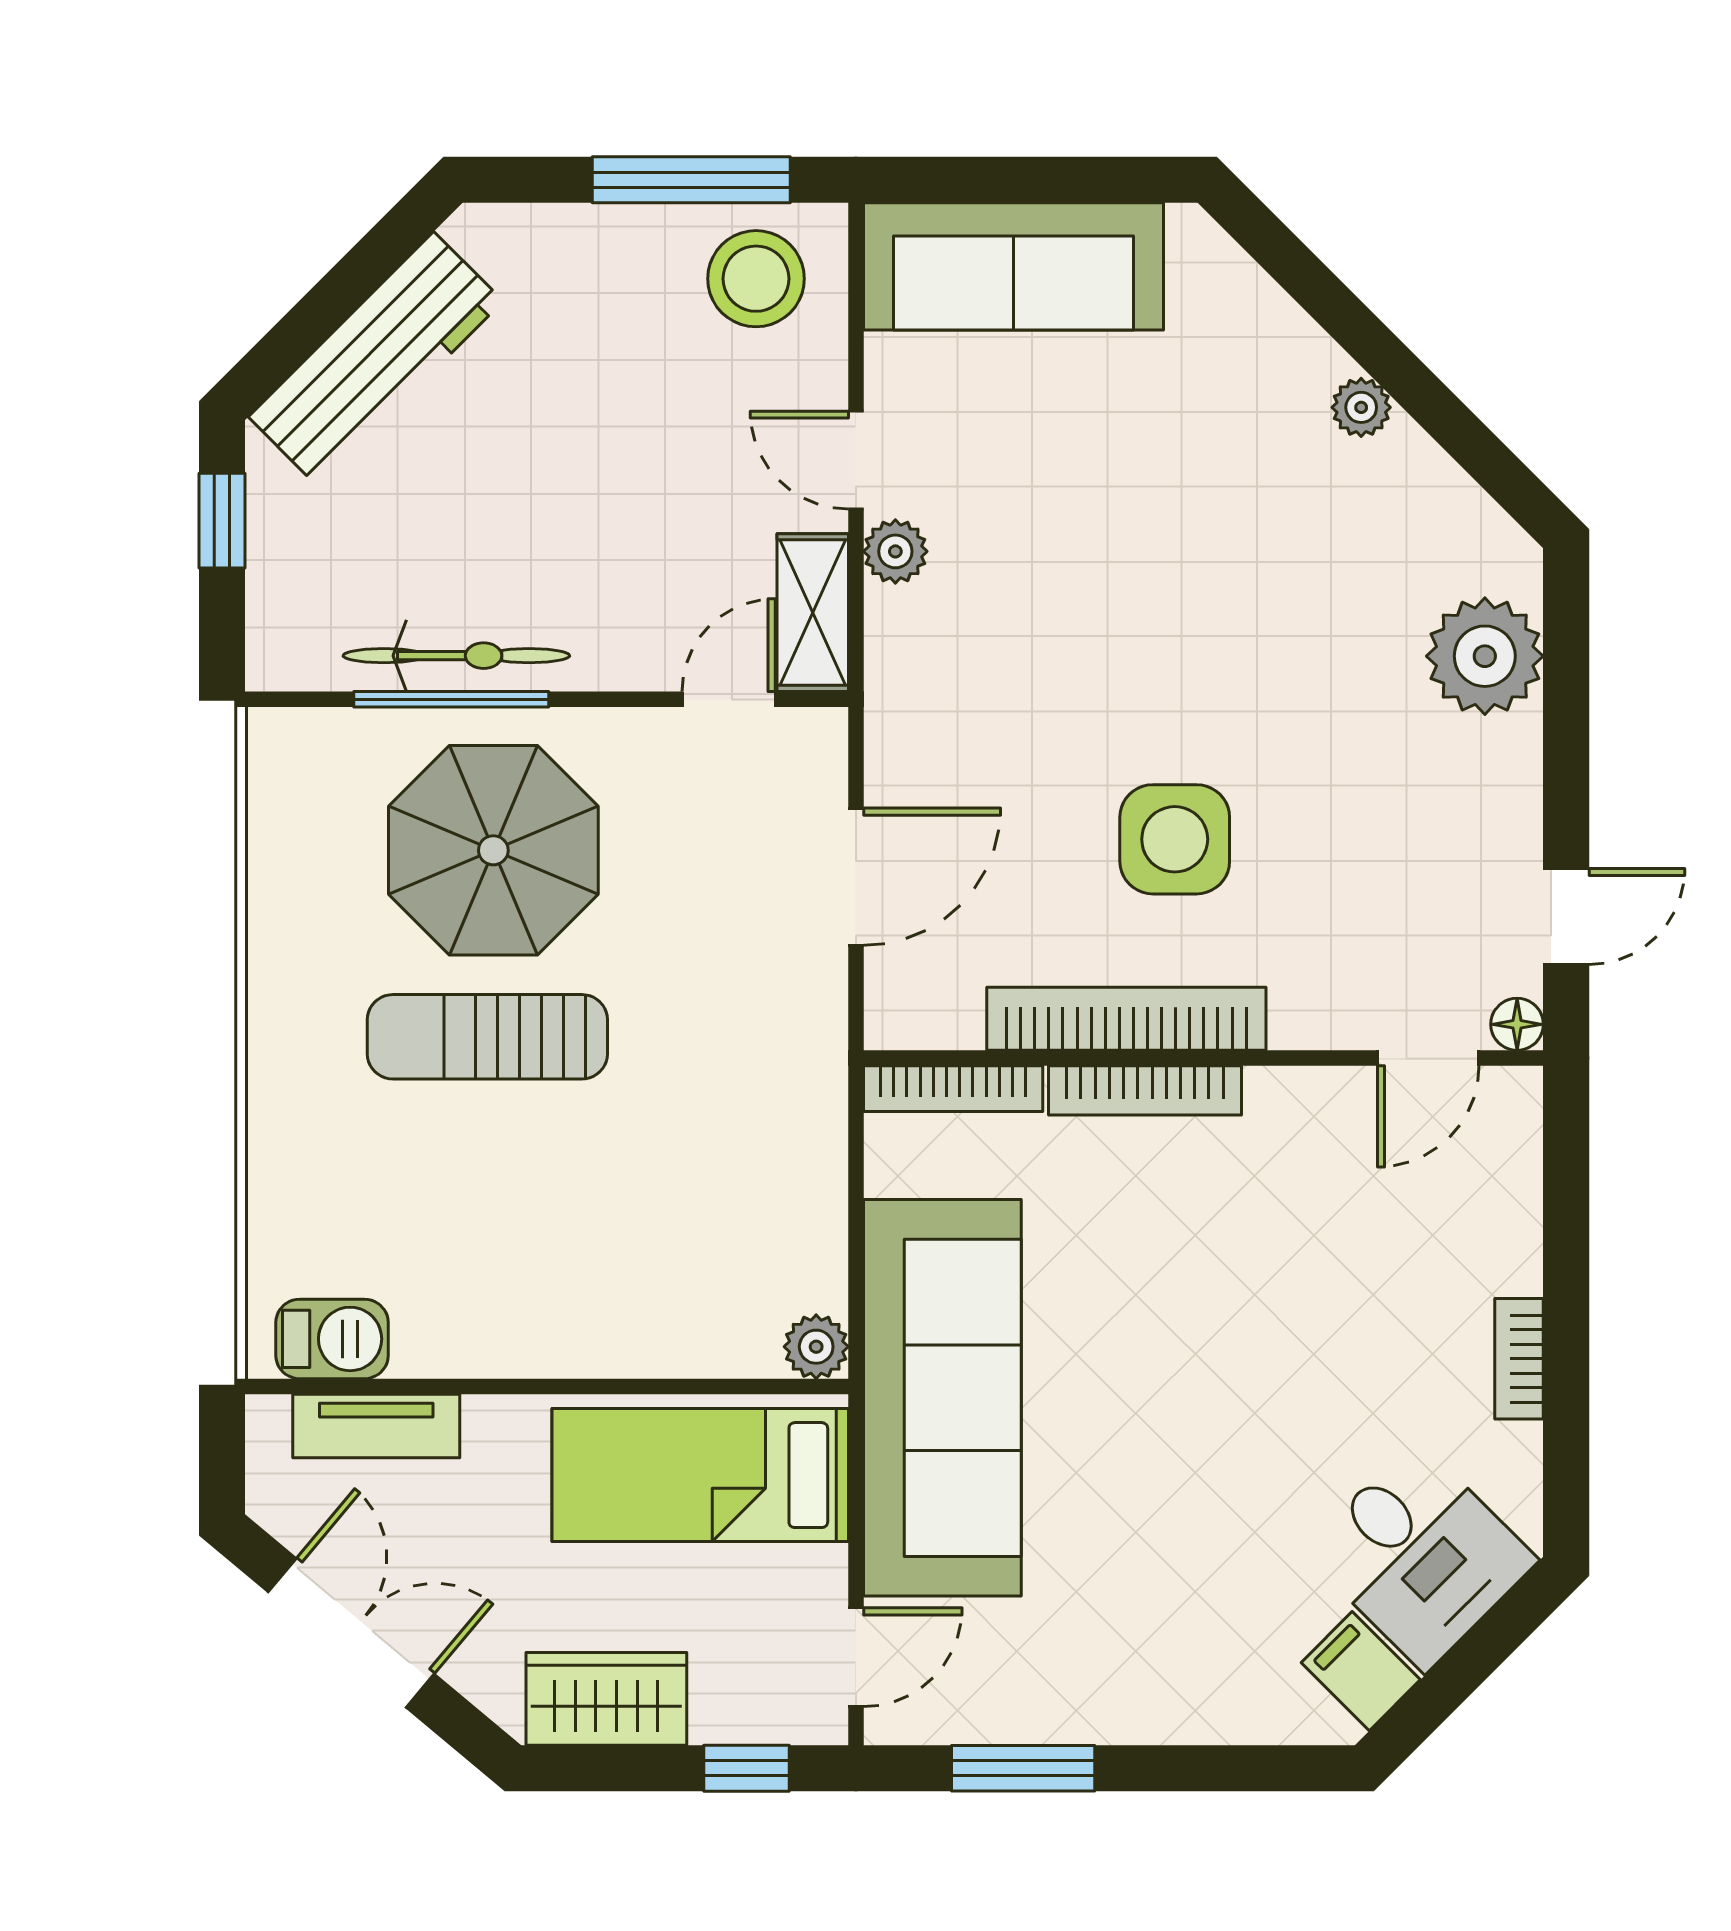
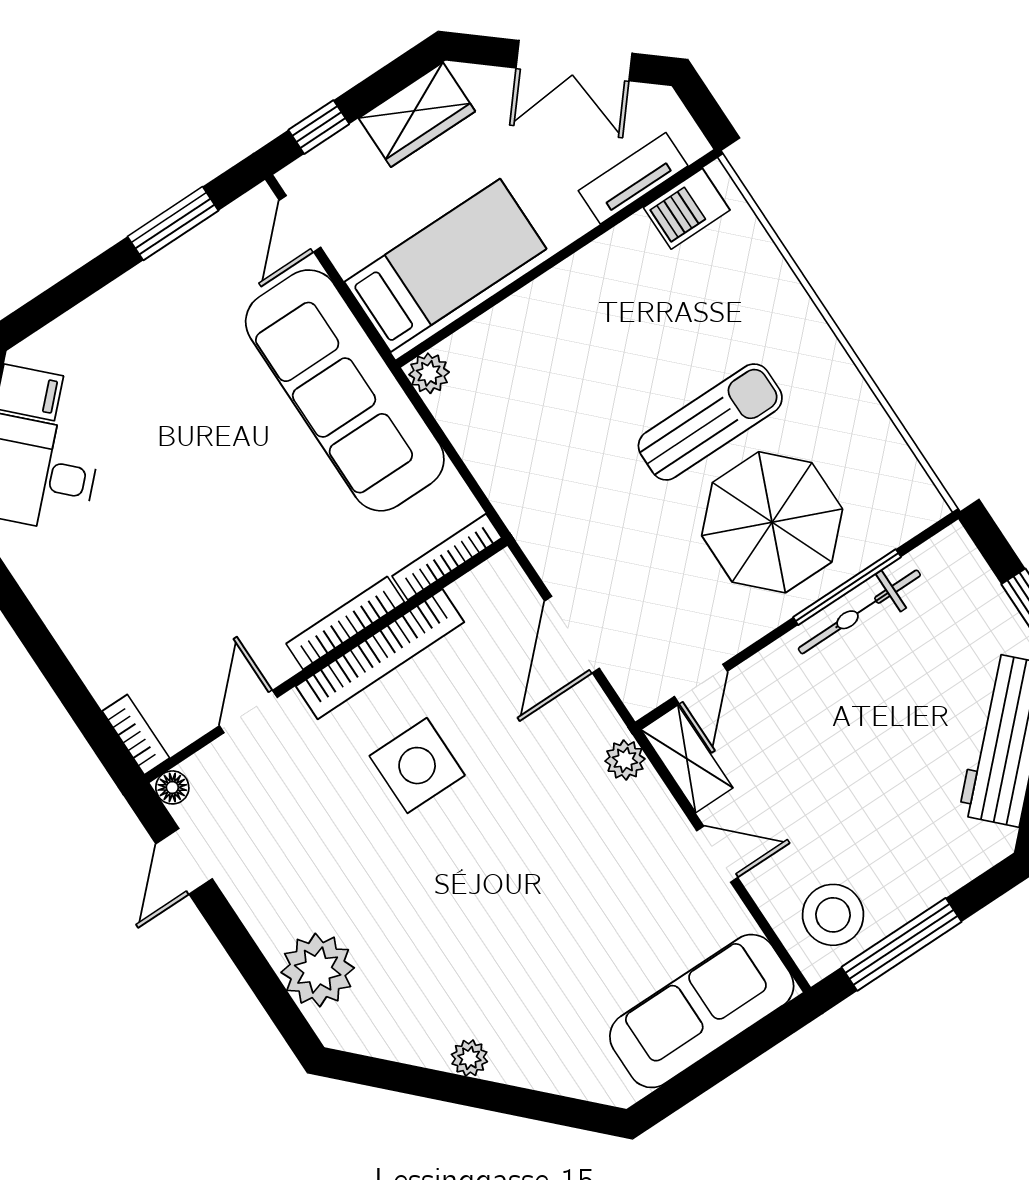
plant: (895, 551) -> (625, 760), moved
door: (1428, 1058) -> (248, 712), moved
bookcase: (1519, 1359) -> (136, 735), moved

